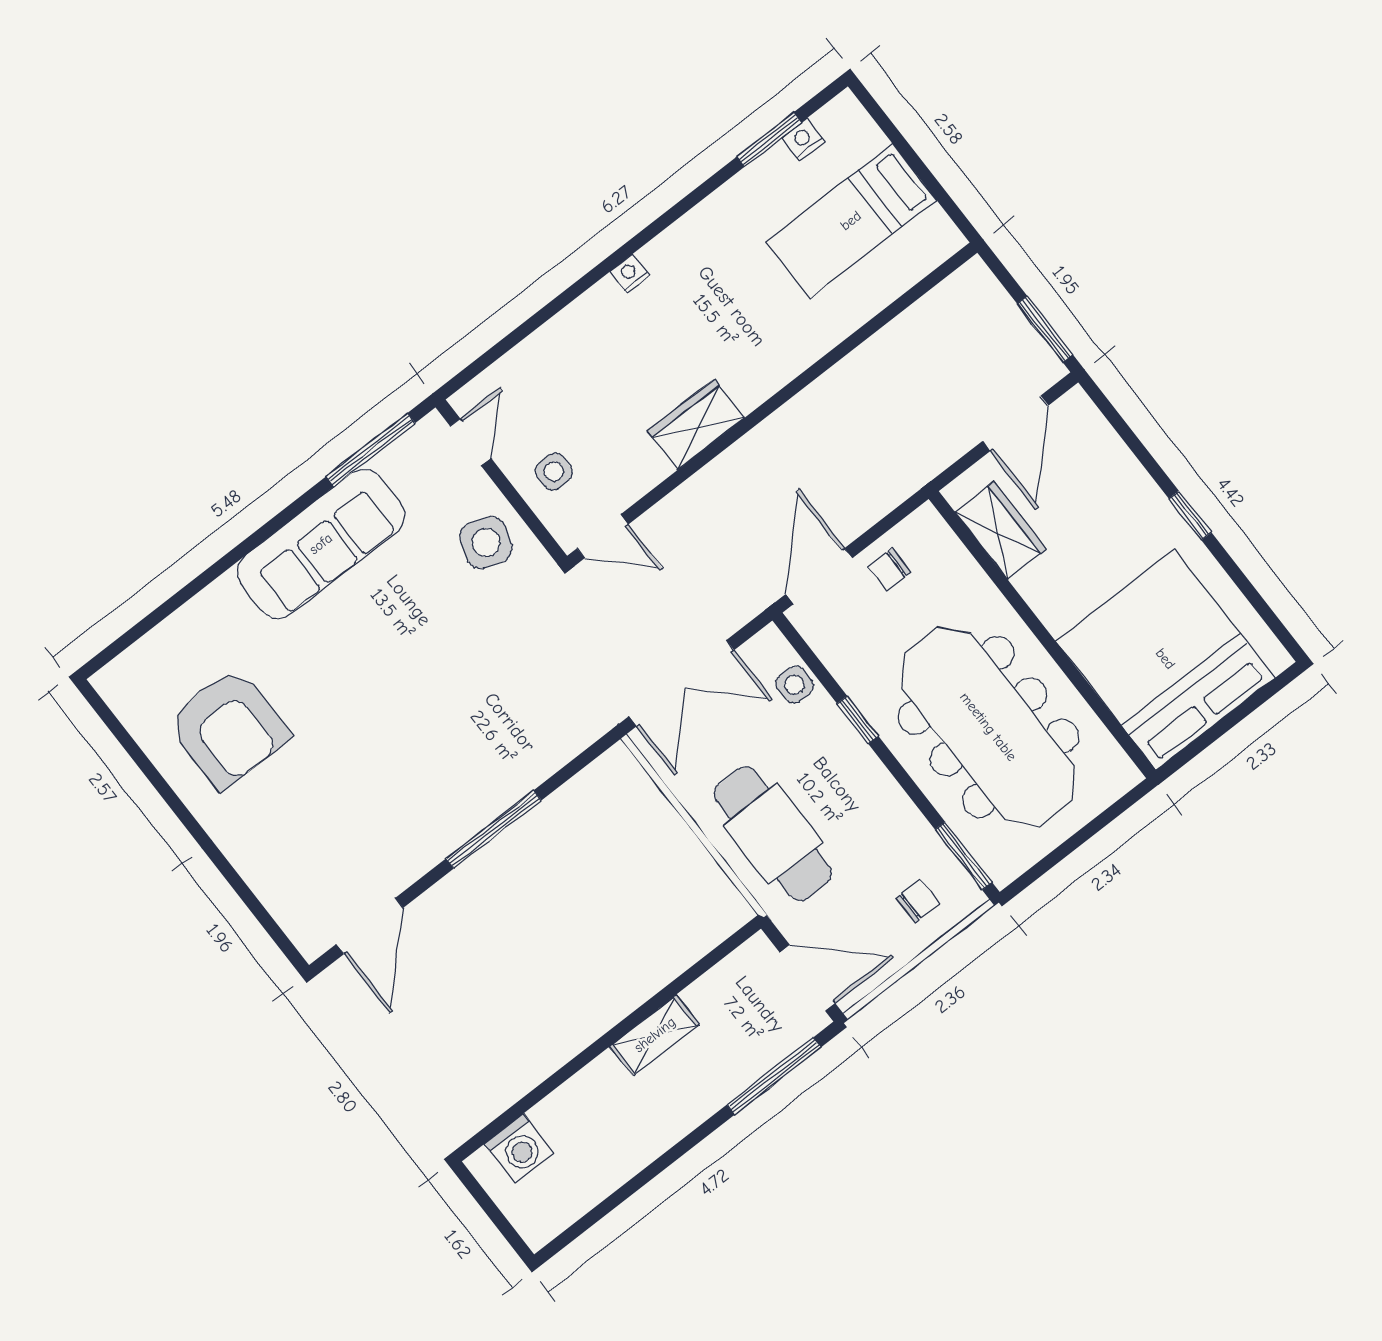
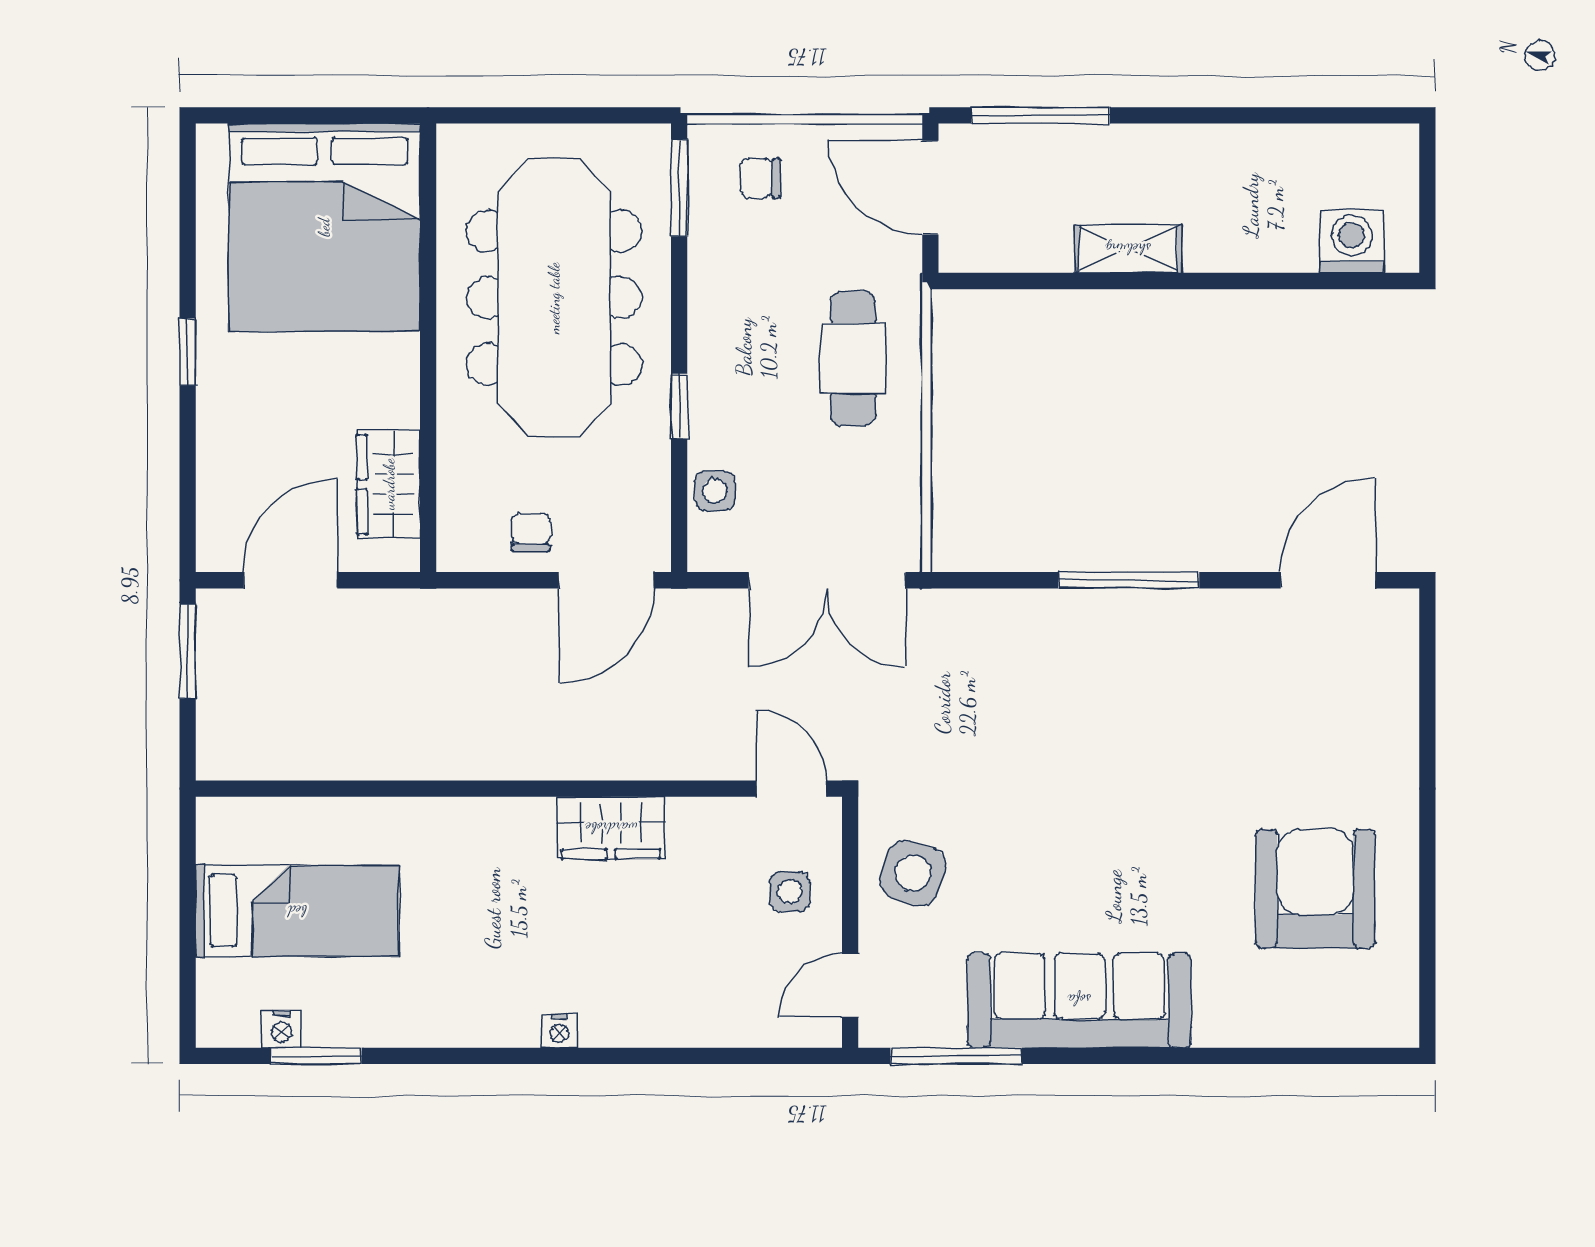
chair: (889, 569) -> (531, 532), turned -90
double door: (681, 683) -> (827, 580), swing flipped
cafe table: (773, 834) -> (853, 358), width x0.73, depth x0.74

